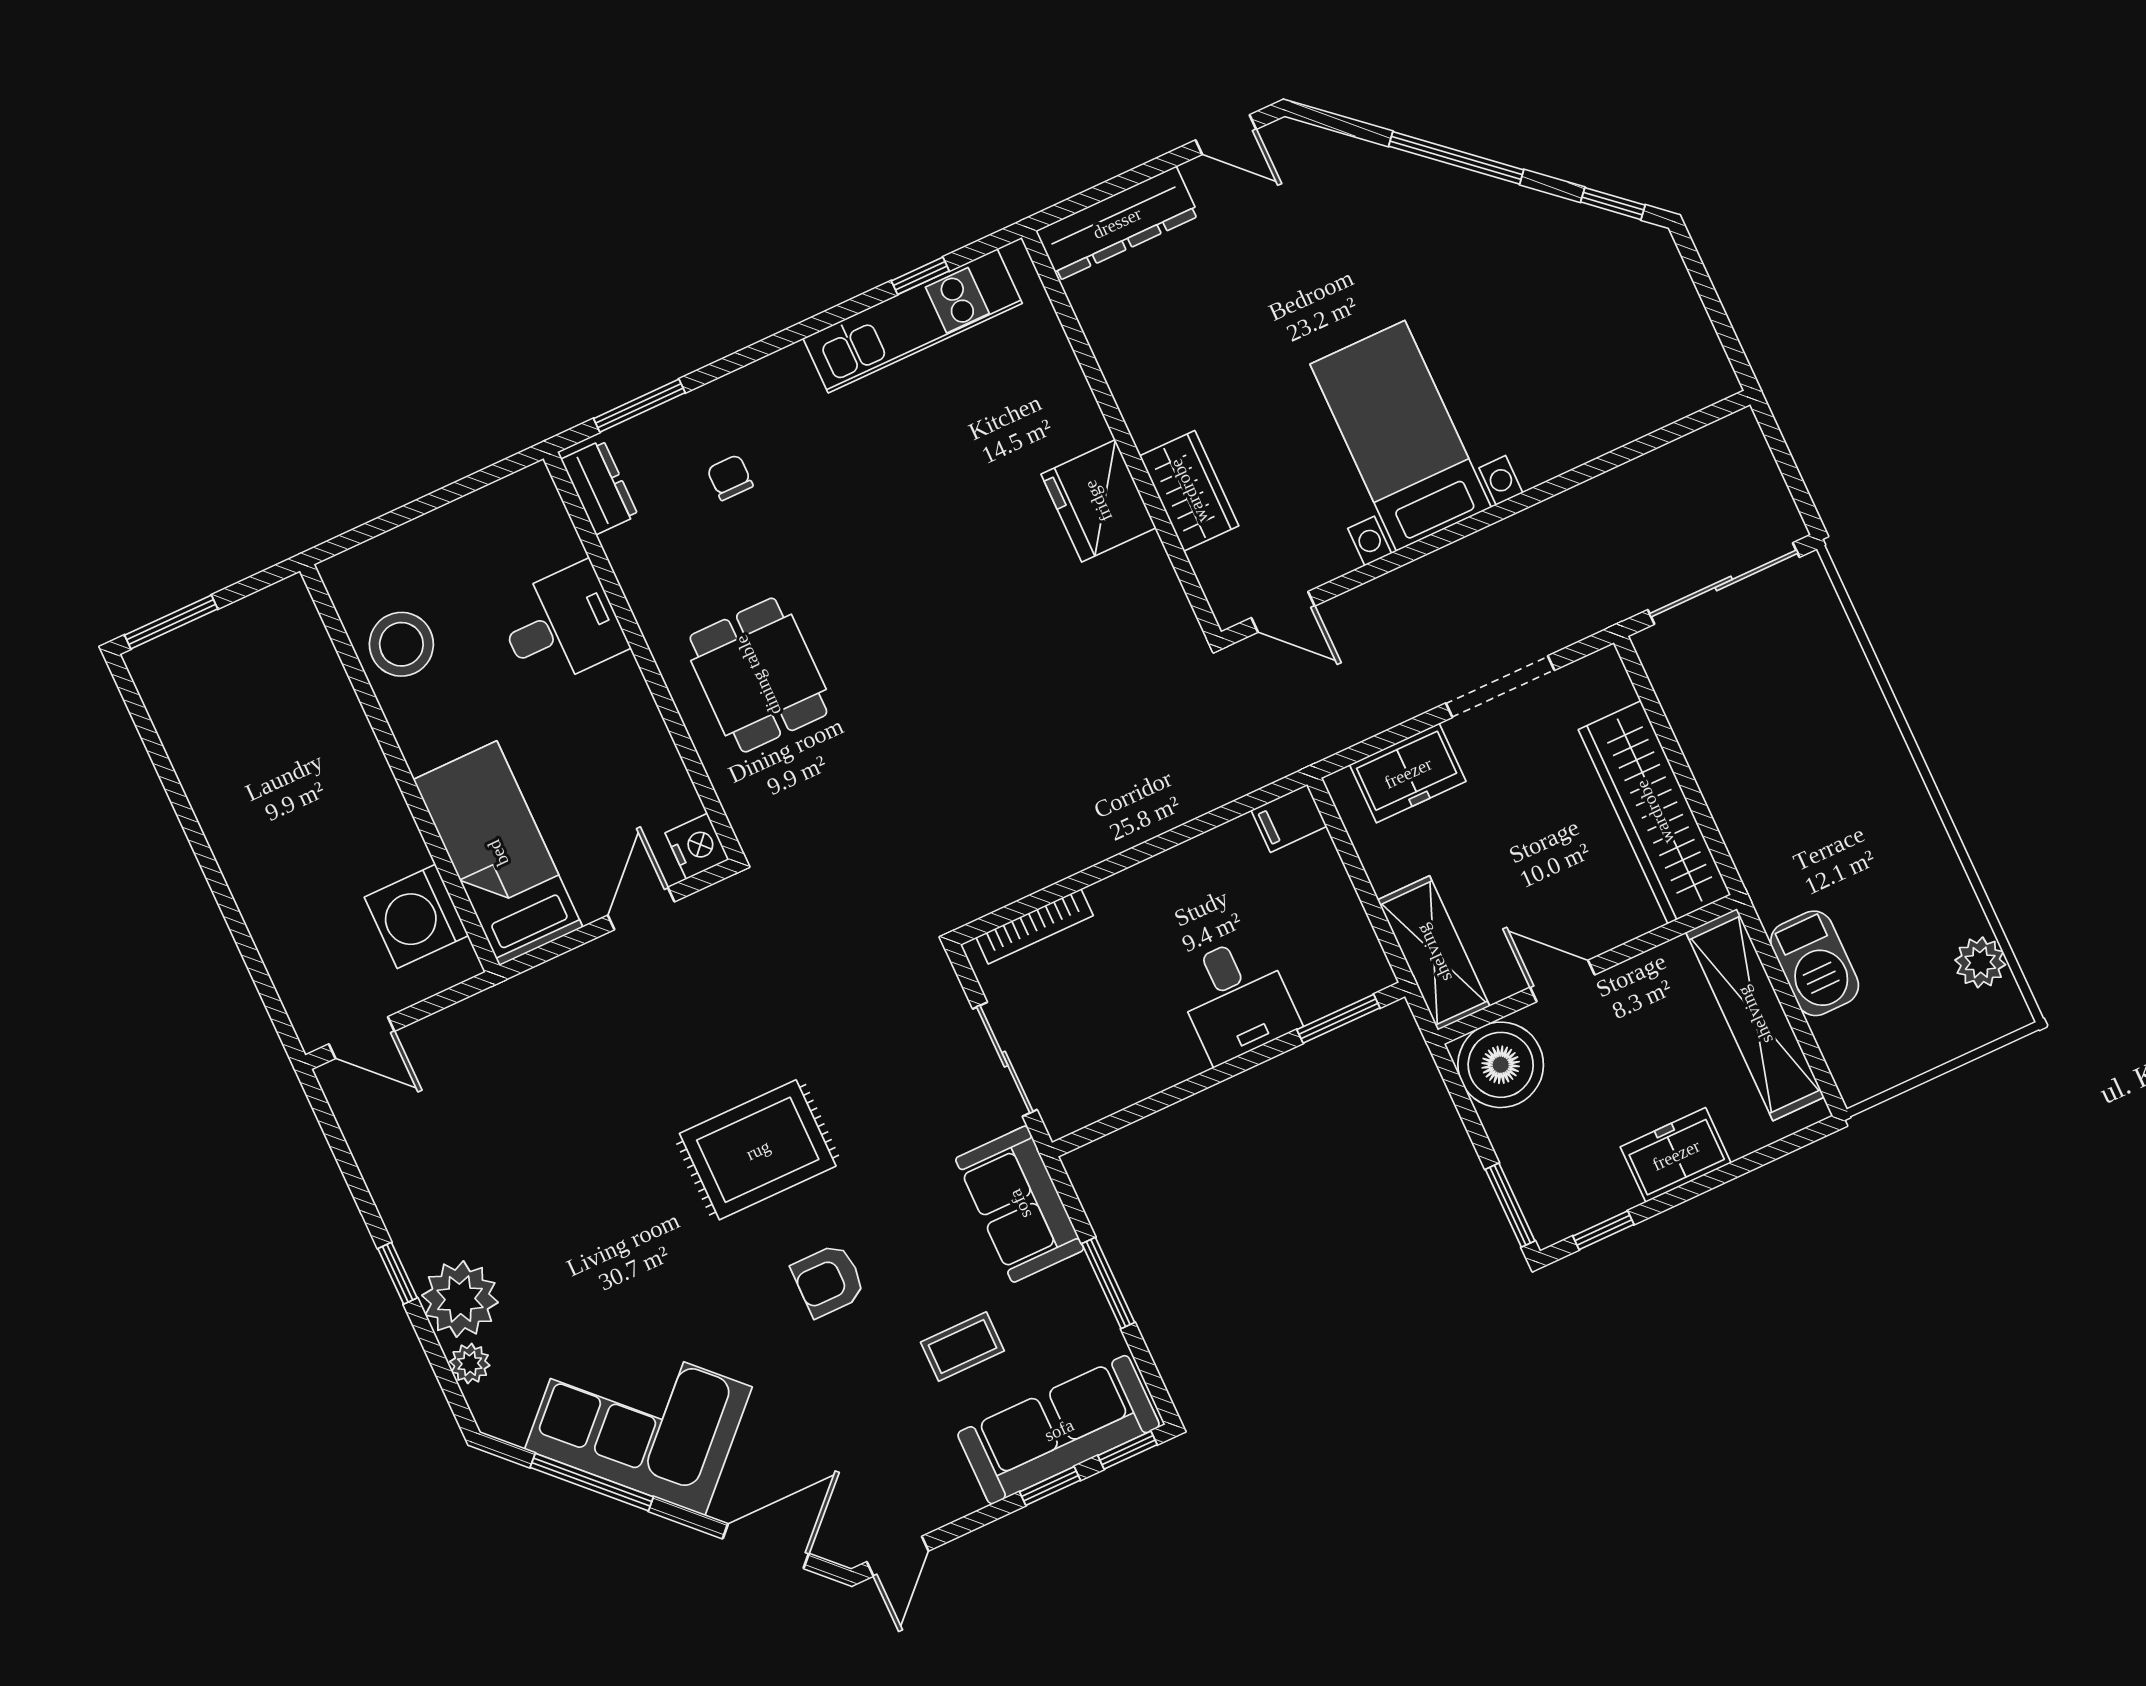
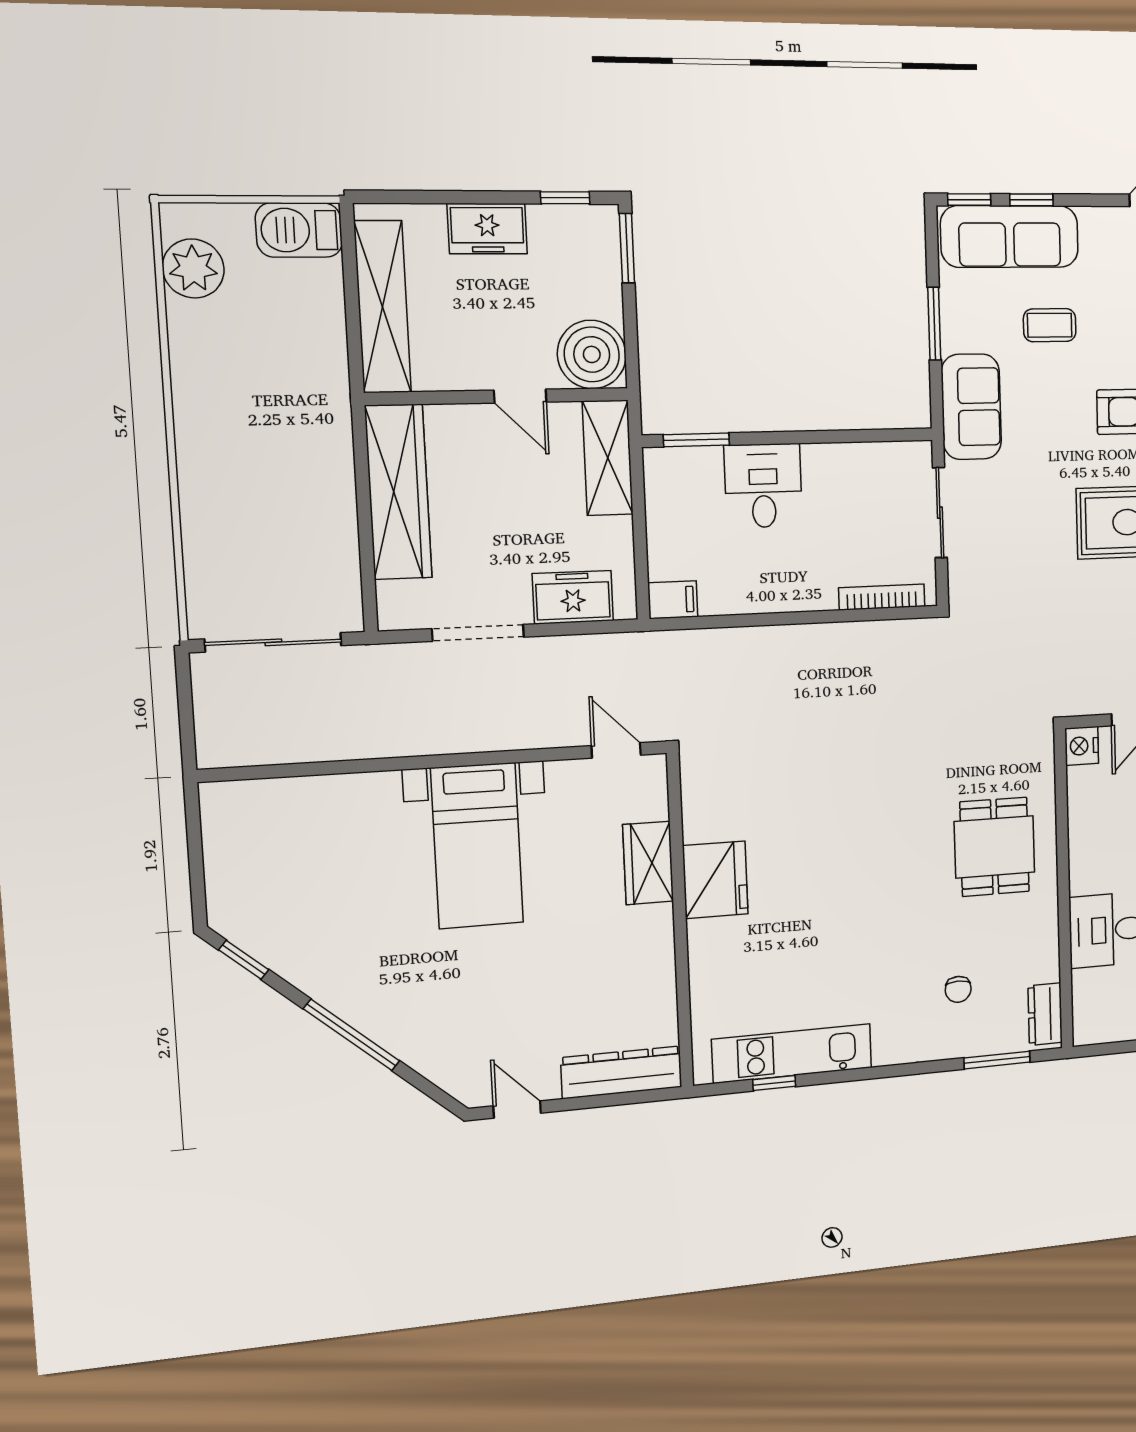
plant: (1980, 962) -> (193, 268), width x1.36, depth x1.36
barbecue: (1815, 963) -> (299, 230), moved, turned -90

